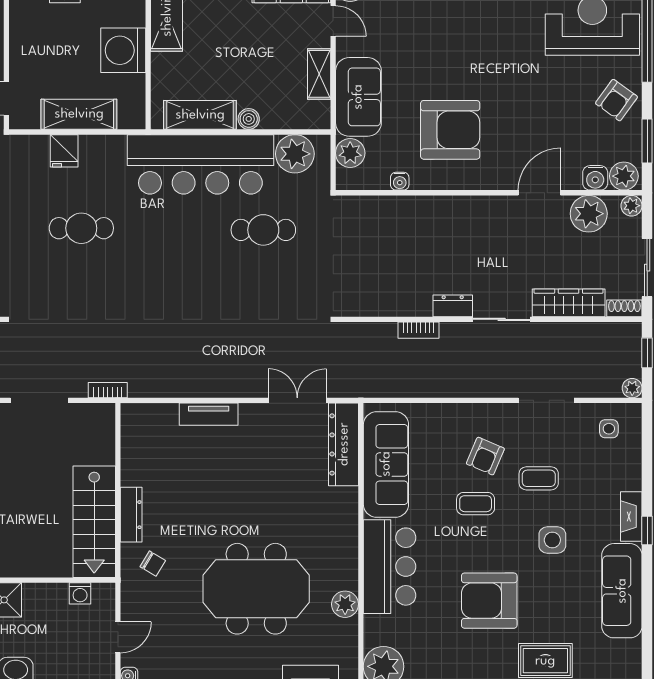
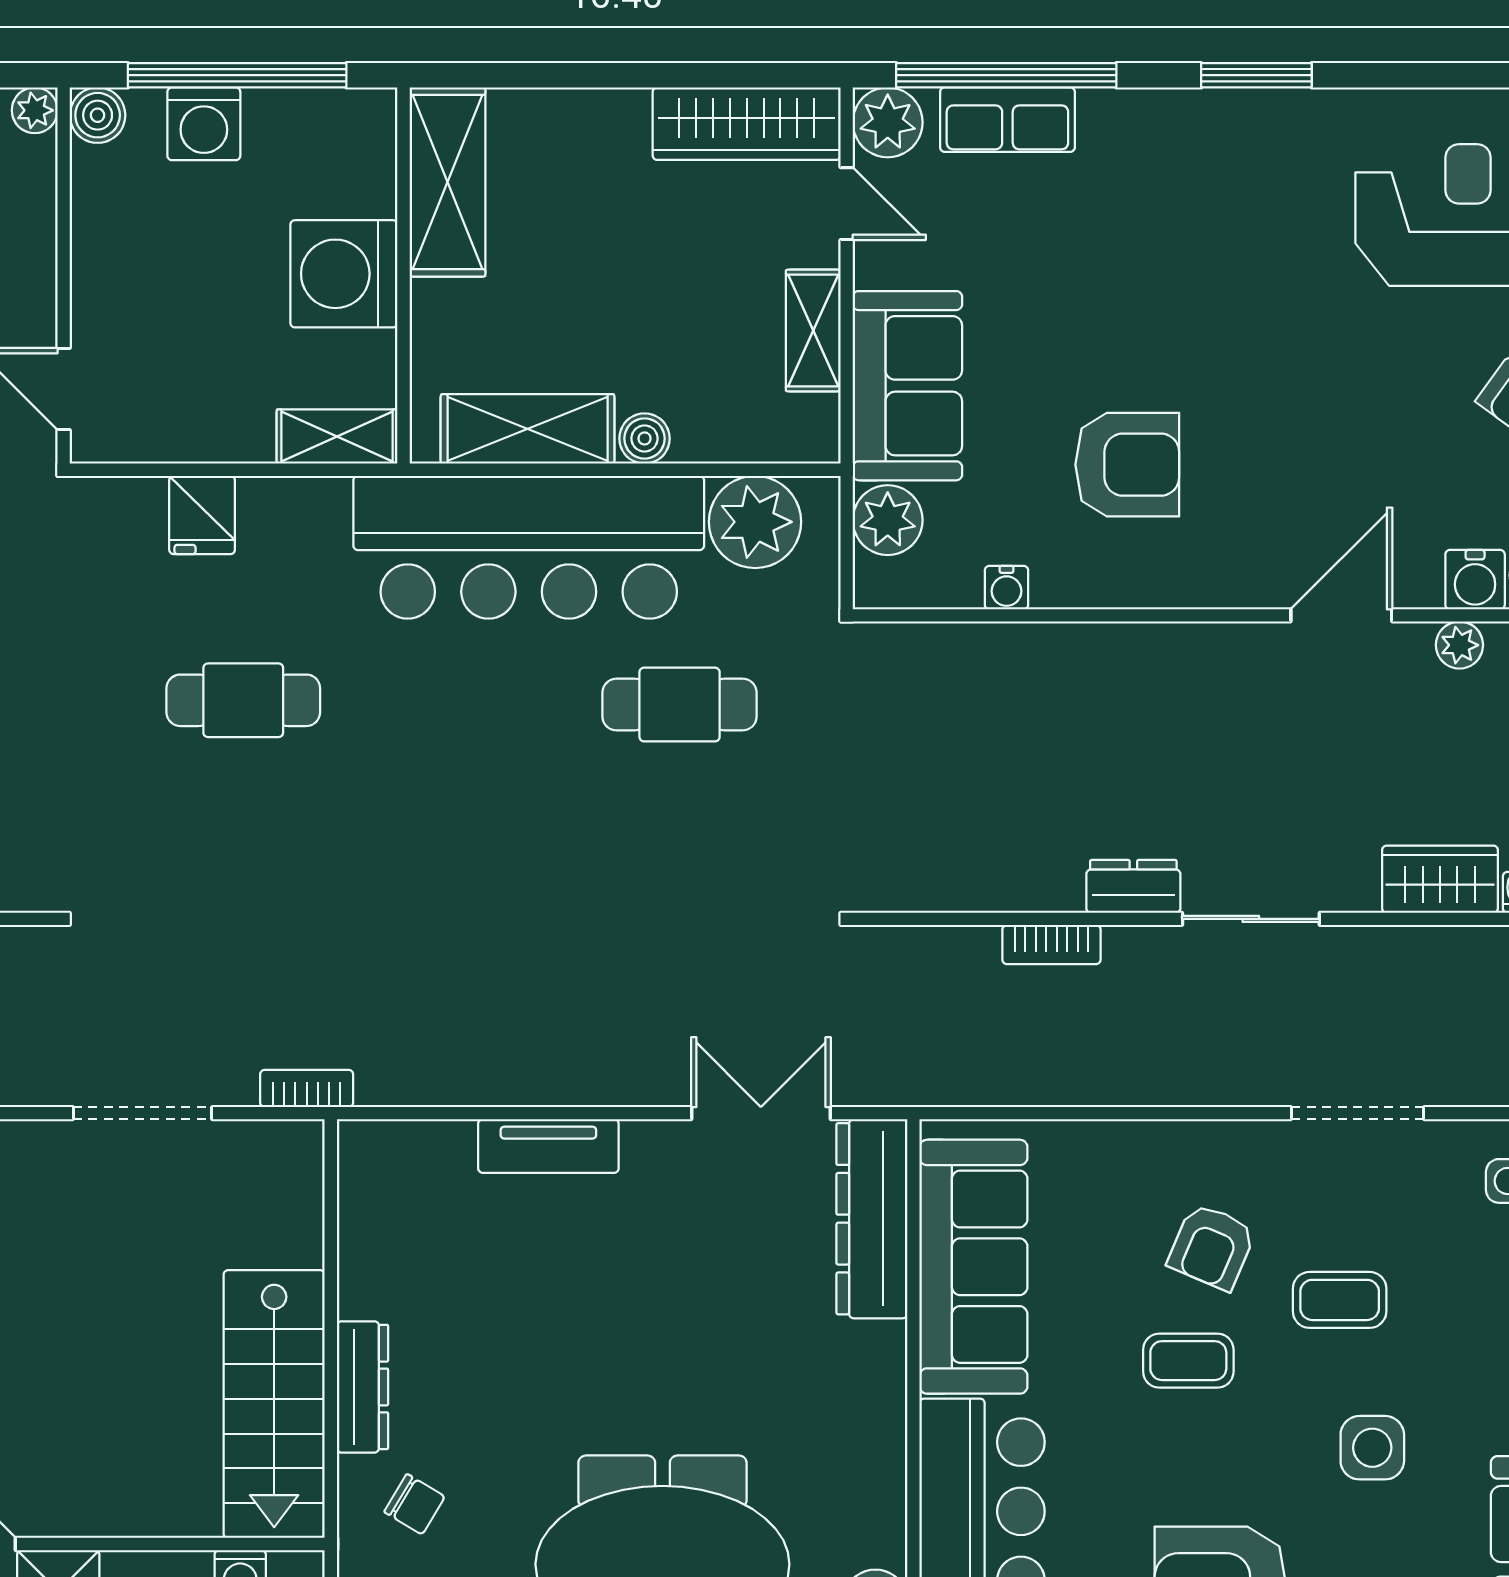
shelving: (79, 114) -> (337, 436), moved, width x0.67, depth x0.75
armchair: (450, 130) -> (1127, 465), width x0.73, depth x0.73
plant: (589, 214) -> (1459, 645), width x0.53, depth x0.53
wardrobe: (569, 303) -> (1440, 879), width x0.67

